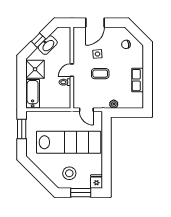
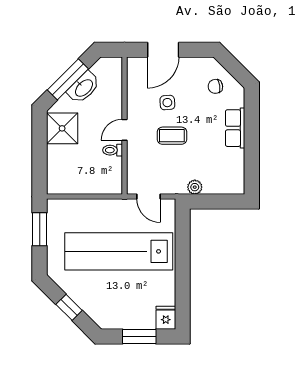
window: (38, 40) -> (68, 79), width x2.17
row of seats: (138, 80) -> (235, 128), moved
bathtub: (33, 94) -> (58, 169), removed
lab bench: (69, 142) -> (119, 251), turned 180
stool: (69, 173) -> (120, 304), removed
window: (39, 175) -> (69, 307), added

